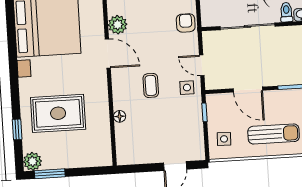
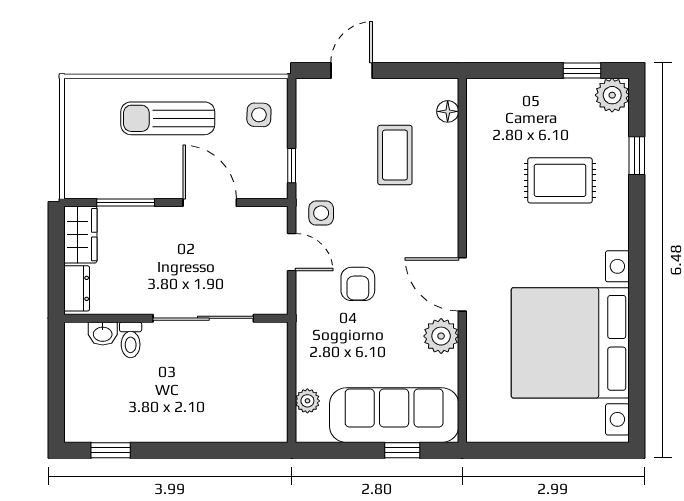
armchair: (186, 23) -> (358, 284), moved
coffee table: (151, 85) -> (395, 155), moved, width x1.36, depth x1.30
rug: (58, 113) -> (560, 180), width x0.73, depth x0.70
floor lamp: (120, 116) -> (448, 111), moved
window: (50, 174) -> (582, 71), width x0.67

